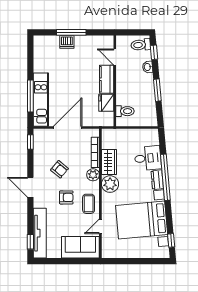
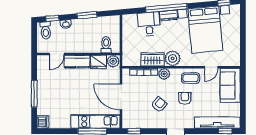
dishwasher: (67, 42) -> (43, 122), moved
plant: (107, 119) -> (113, 61), added
door: (100, 226) -> (211, 67), hinge flipped

